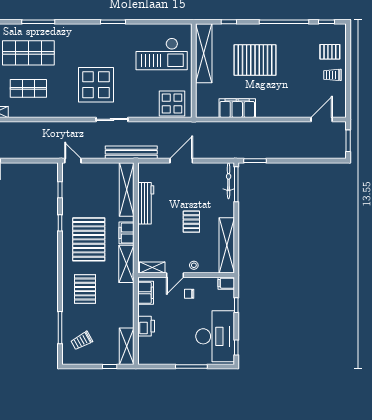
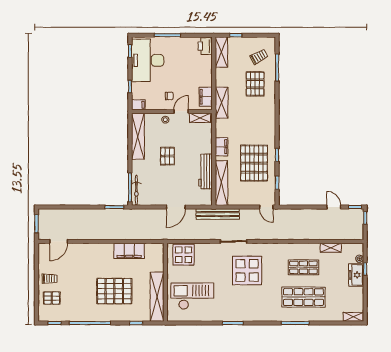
pallet: (89, 239) -> (254, 163), moved
shelving: (126, 264) -> (222, 103), moved
pallet: (85, 289) -> (255, 84), moved
printer: (146, 326) -> (205, 46), moved

